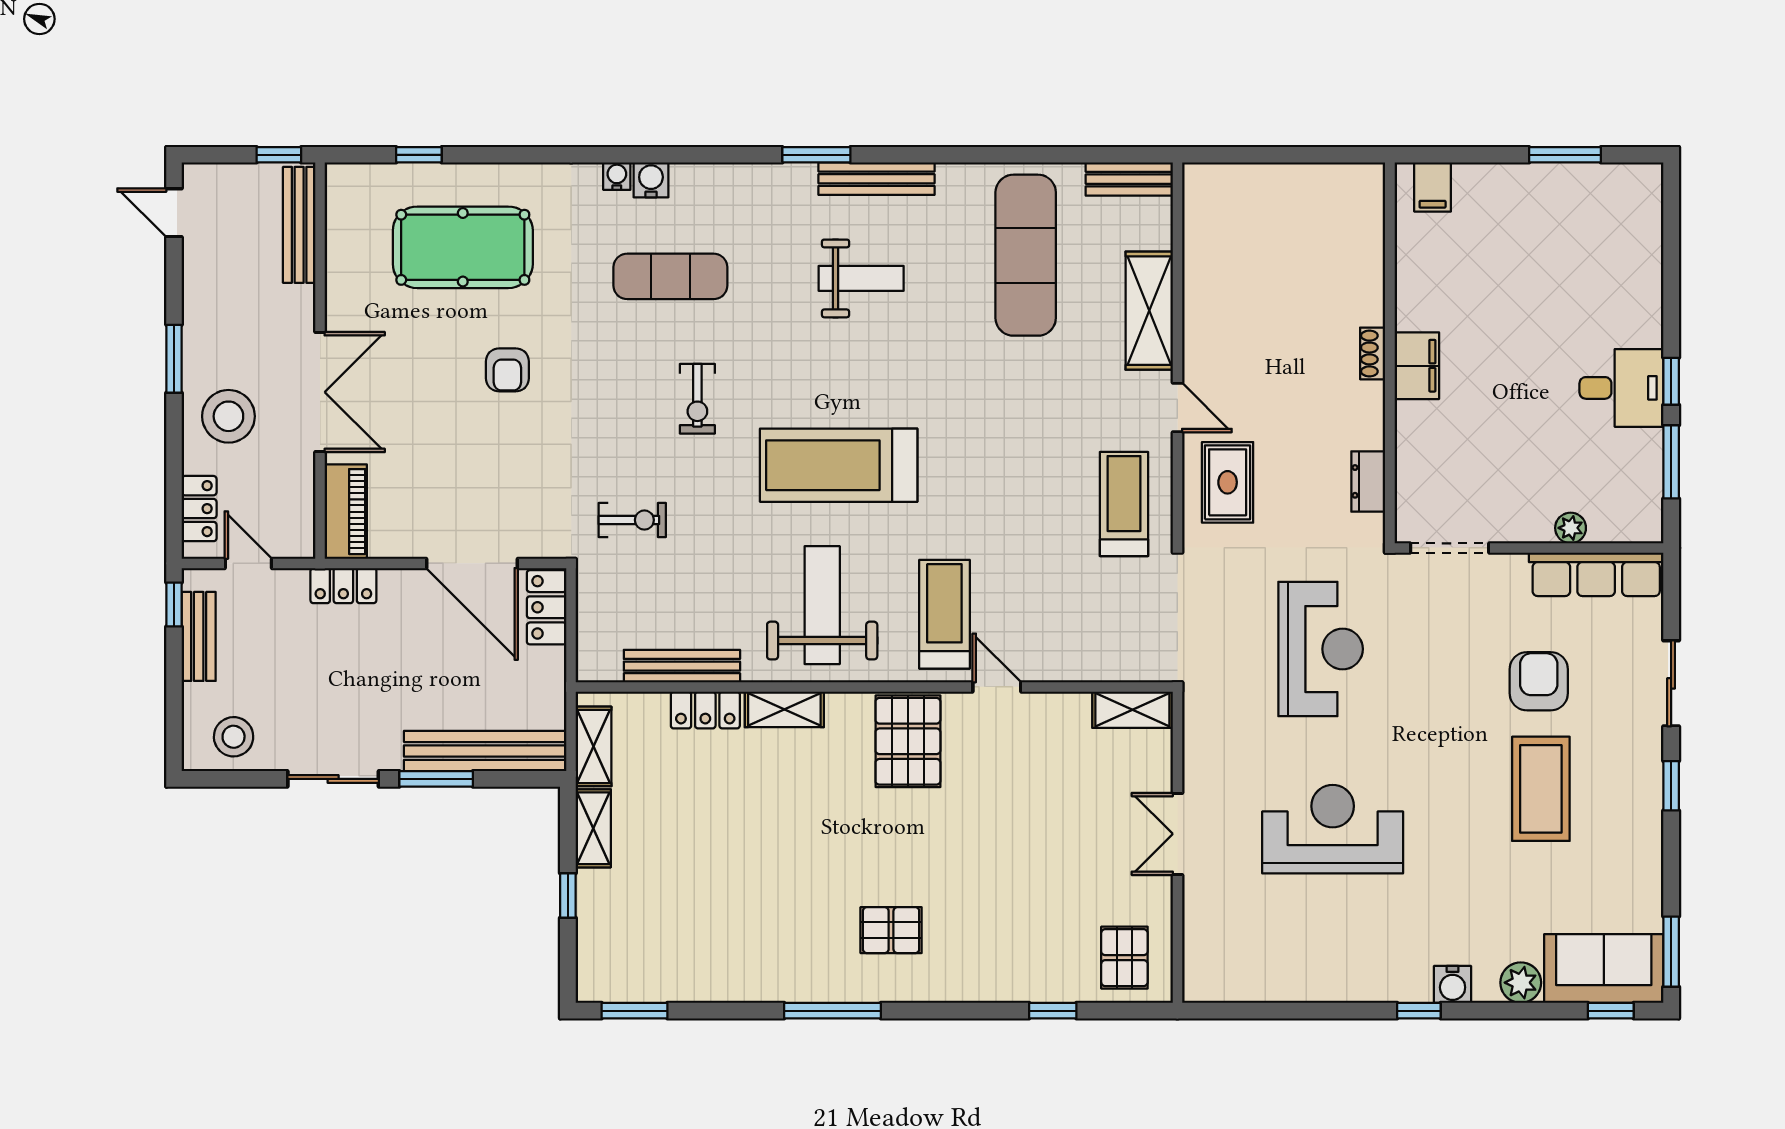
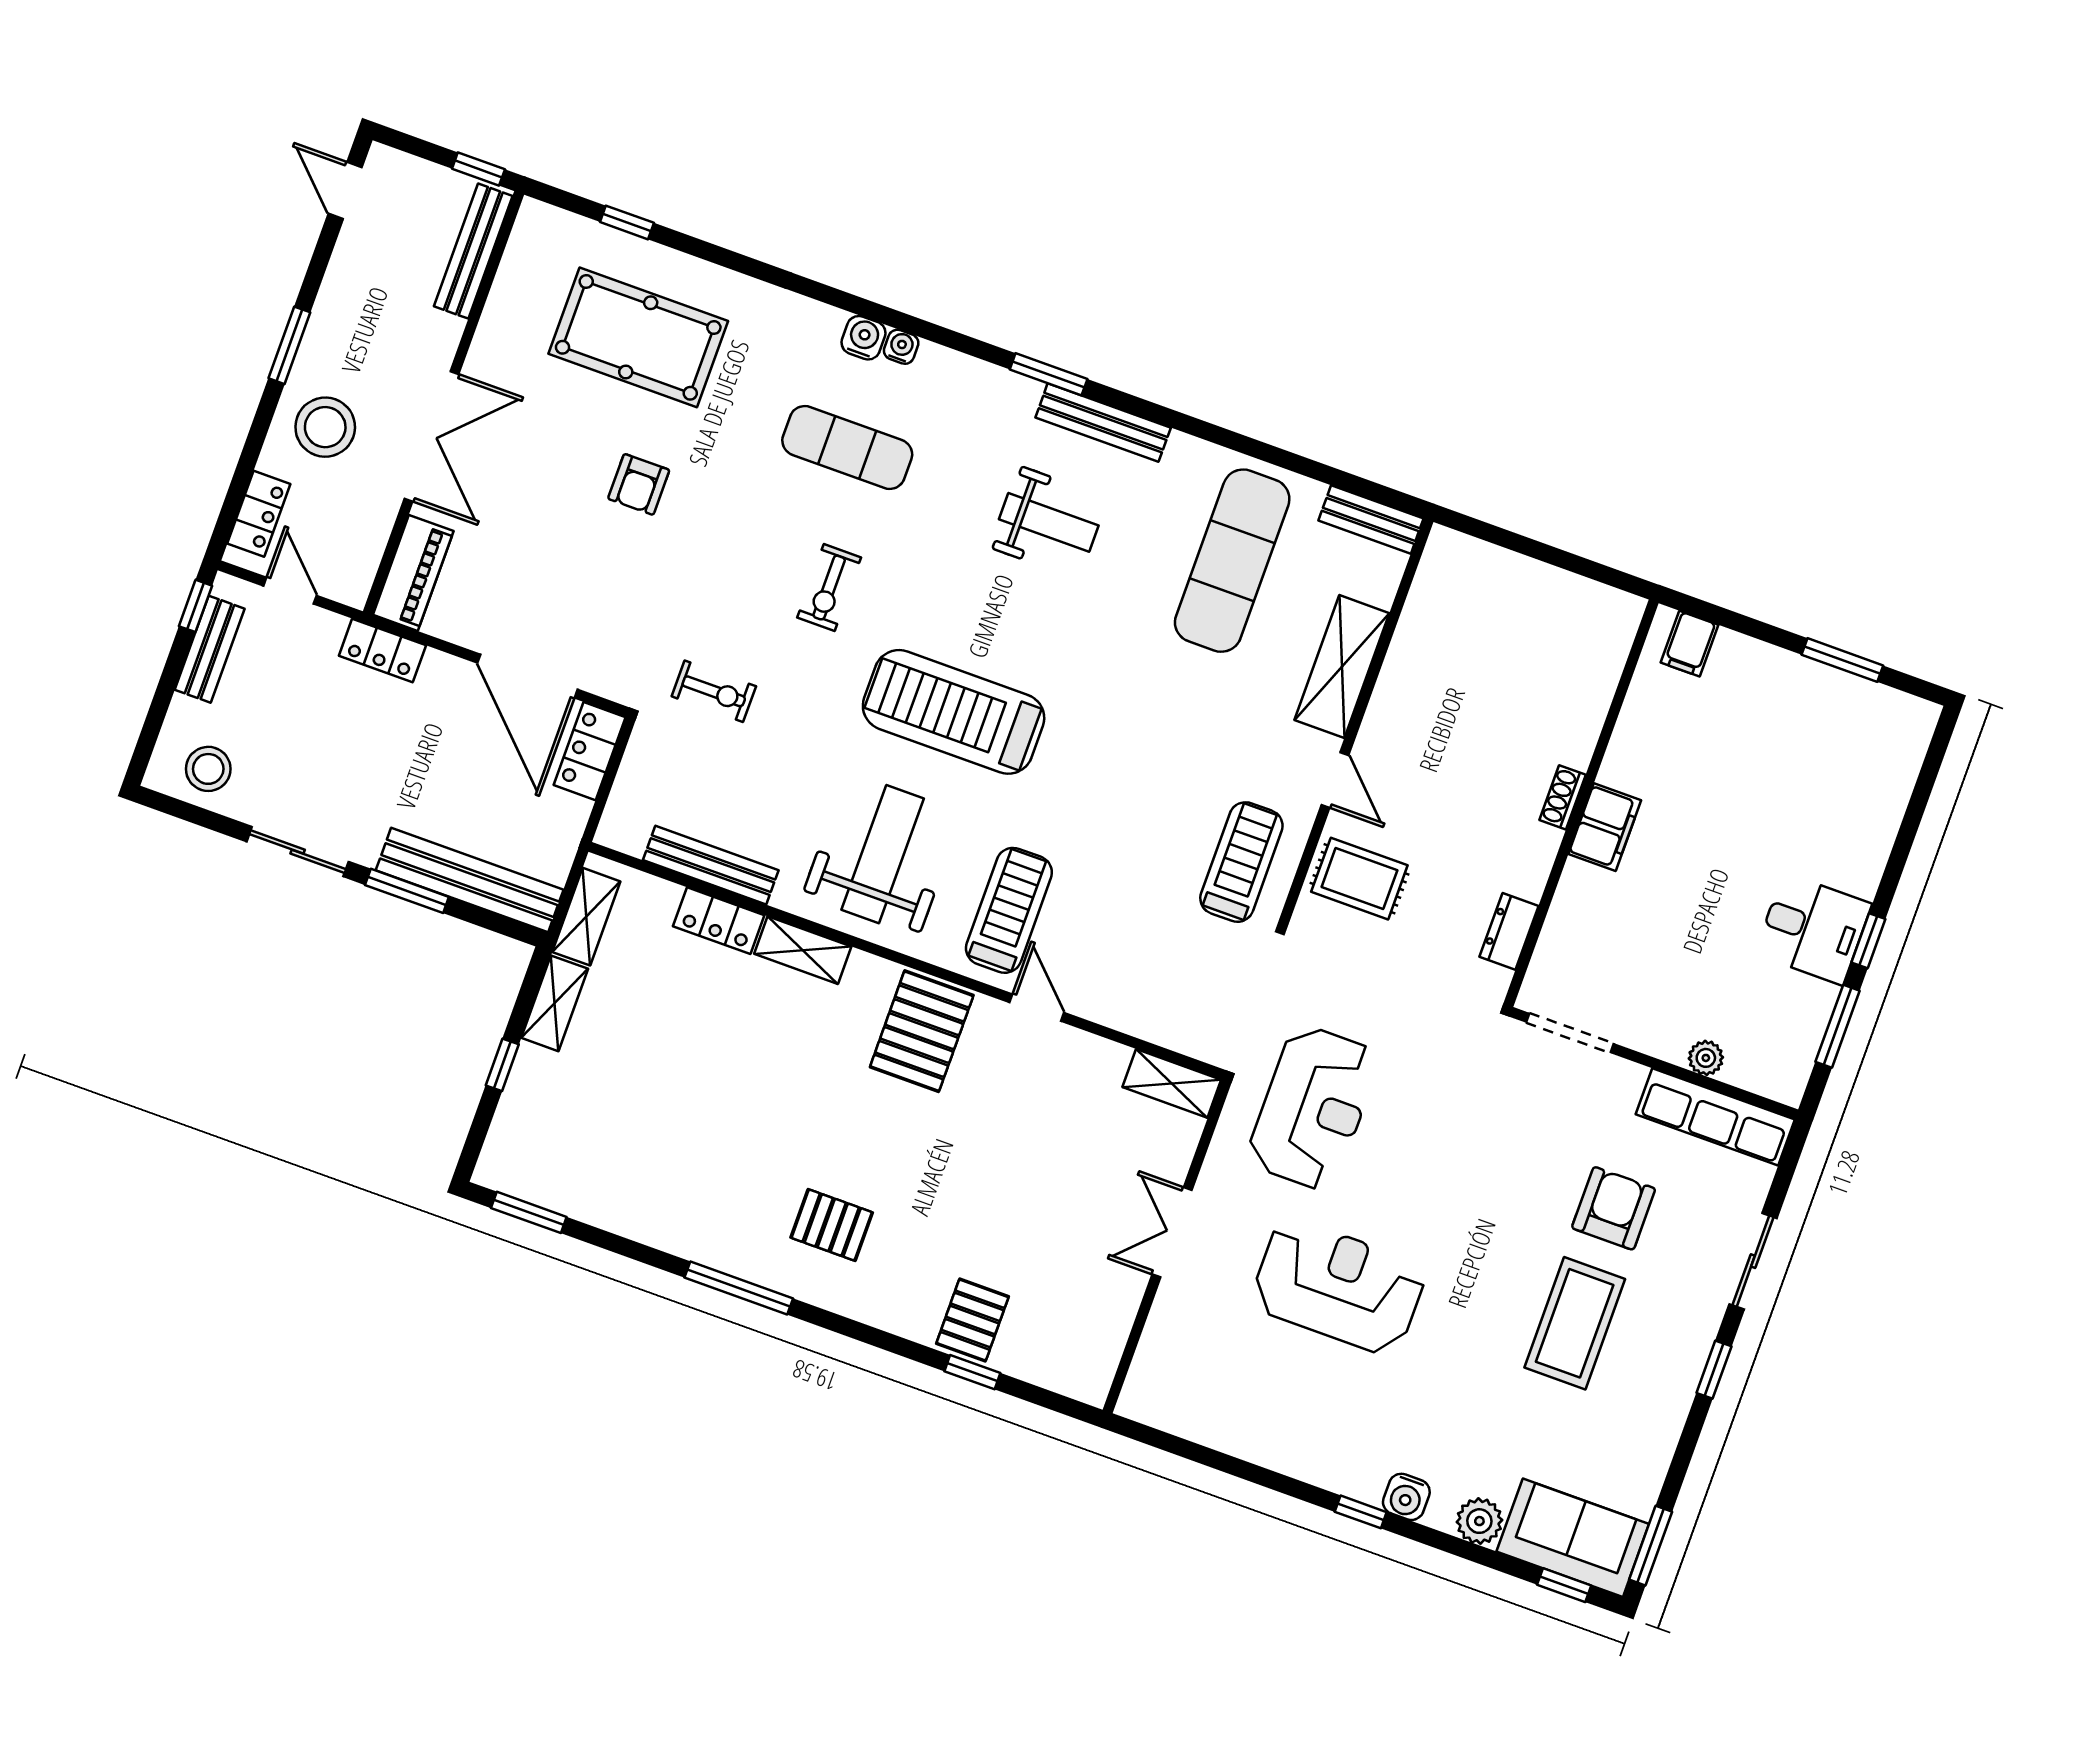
water cooler: (617, 176) -> (901, 347), moved
rug: (1228, 482) -> (1359, 879), turned 90
reception desk: (1321, 649) -> (1313, 1108), moved
pallet: (1124, 958) -> (972, 1320), moved

